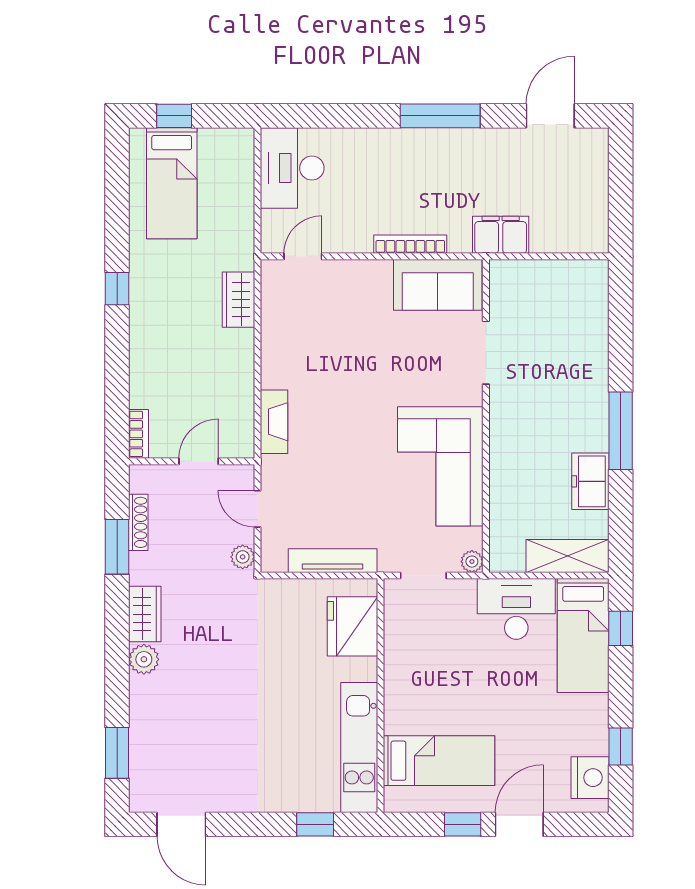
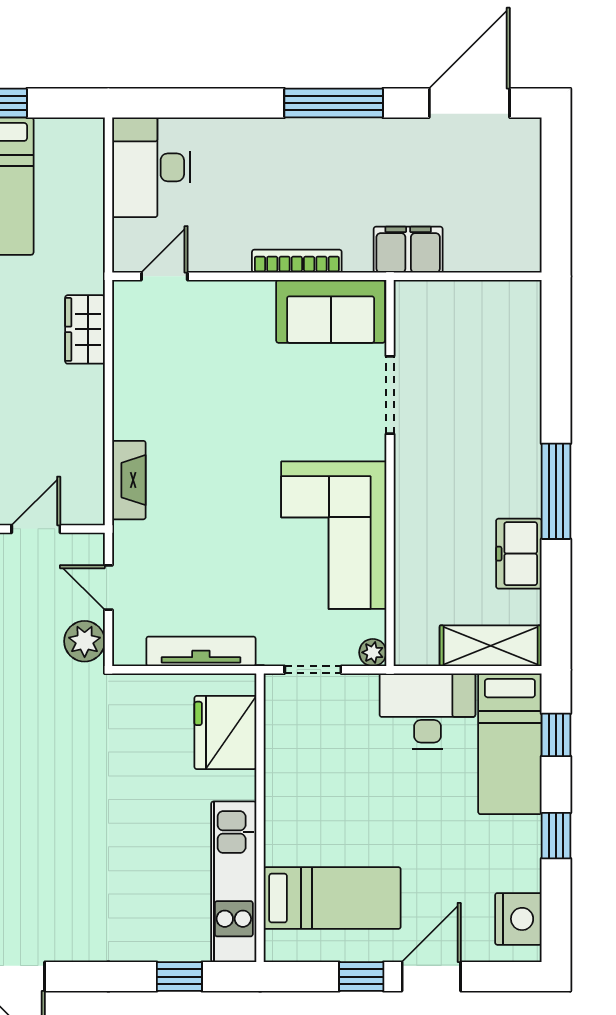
door: (550, 116) -> (469, 103), width x1.36
plant: (243, 557) -> (85, 641), width x1.38, depth x1.38
window: (621, 747) -> (556, 836), moved

